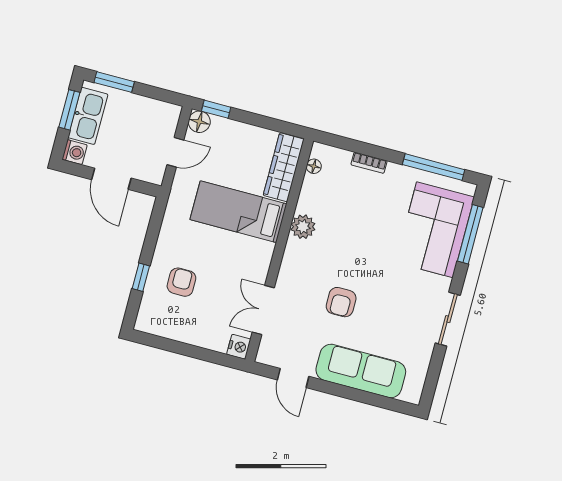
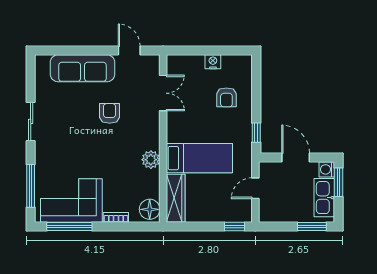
window: (69, 110) -> (338, 182), moved
floor lamp: (199, 122) -> (244, 214), removed
floor lamp: (314, 166) -> (150, 209), width x1.89, depth x1.89
corner sofa: (435, 230) -> (71, 201), moved, turned -90
window: (141, 277) -> (256, 133), moved
nightstand: (239, 347) -> (213, 62), moved, turned 90

